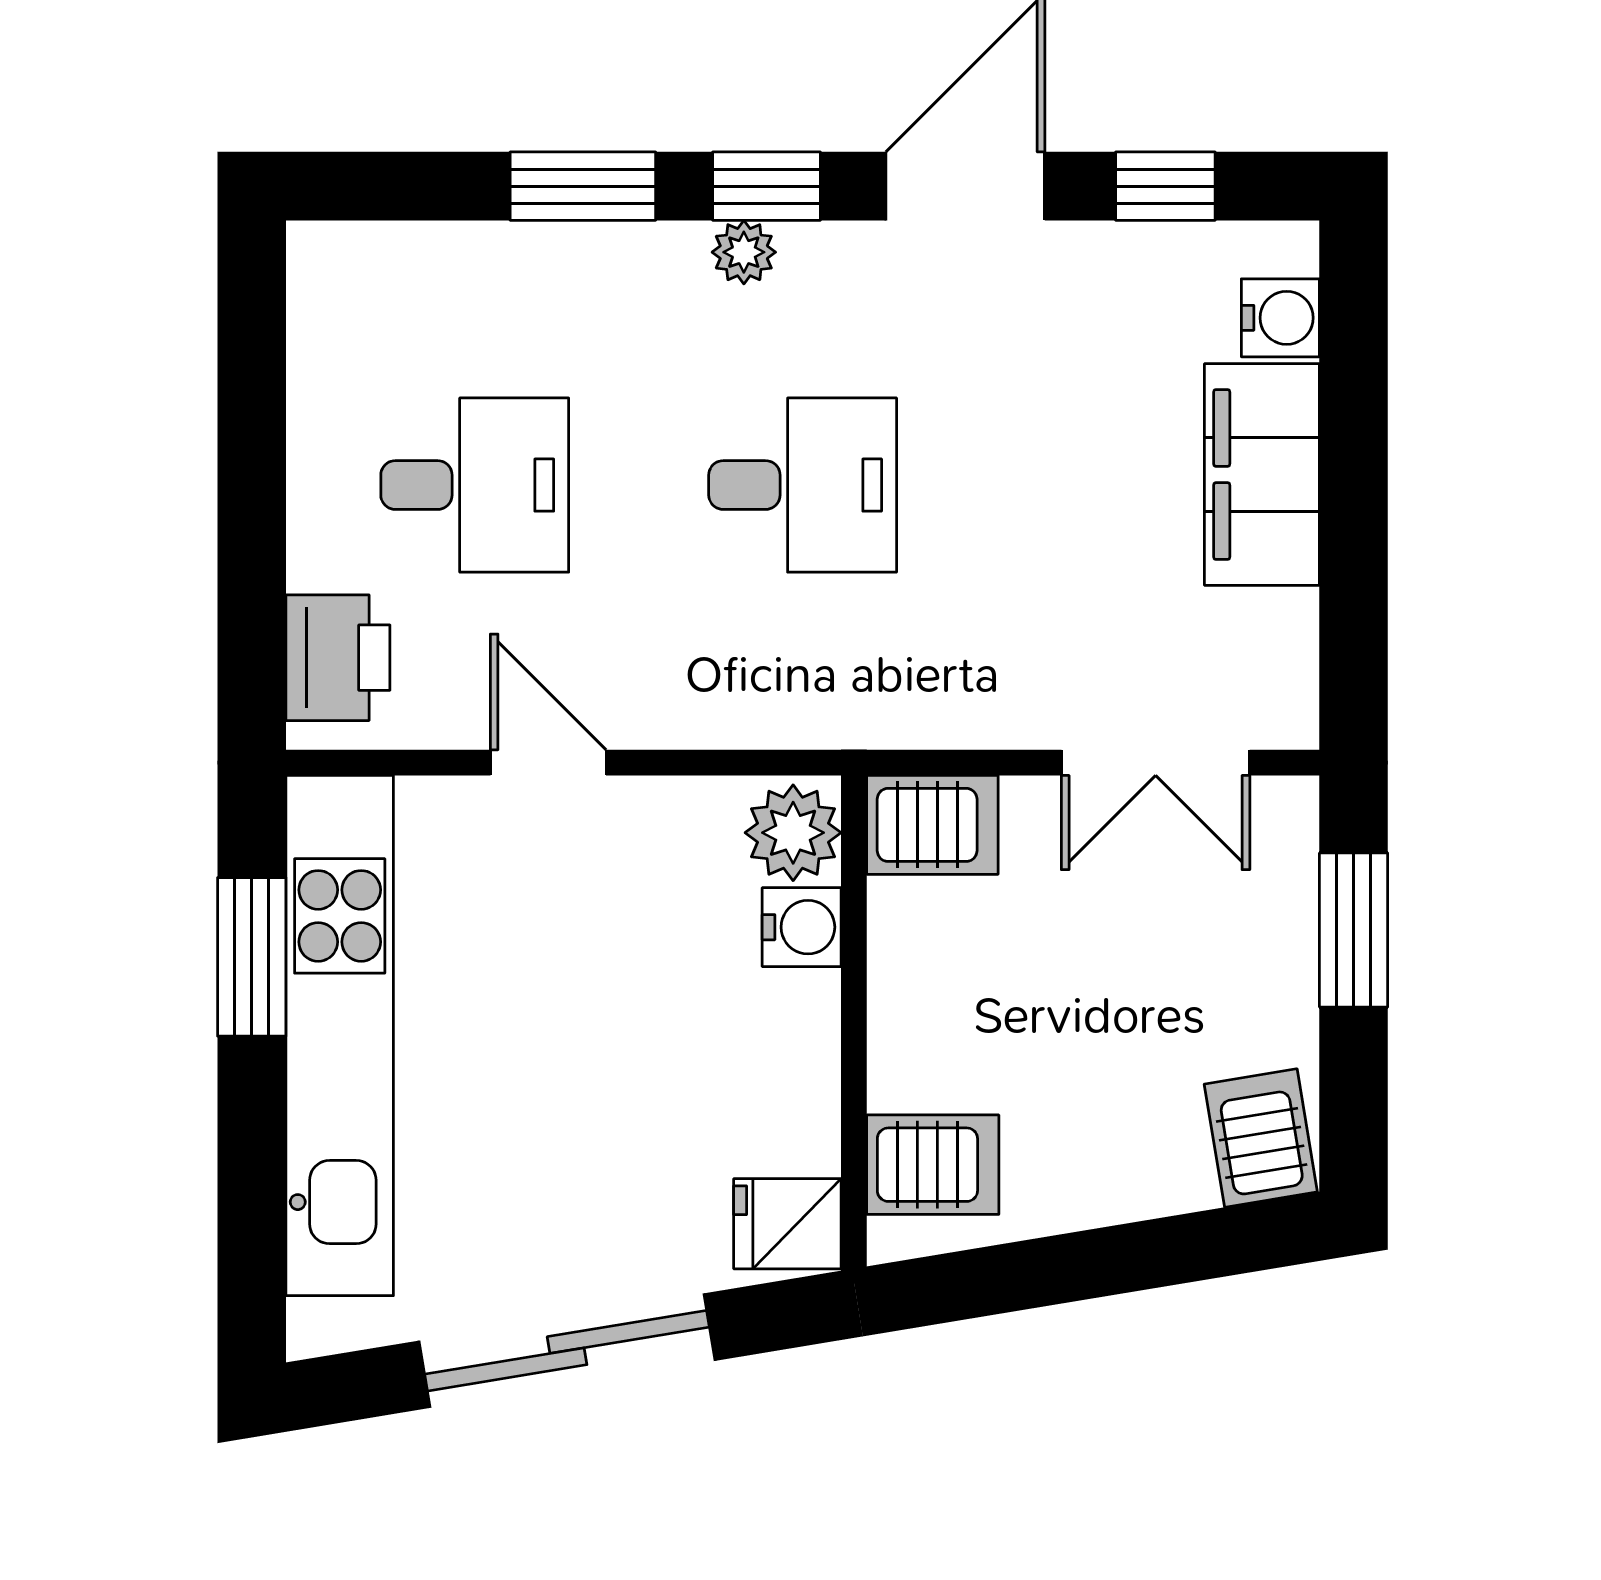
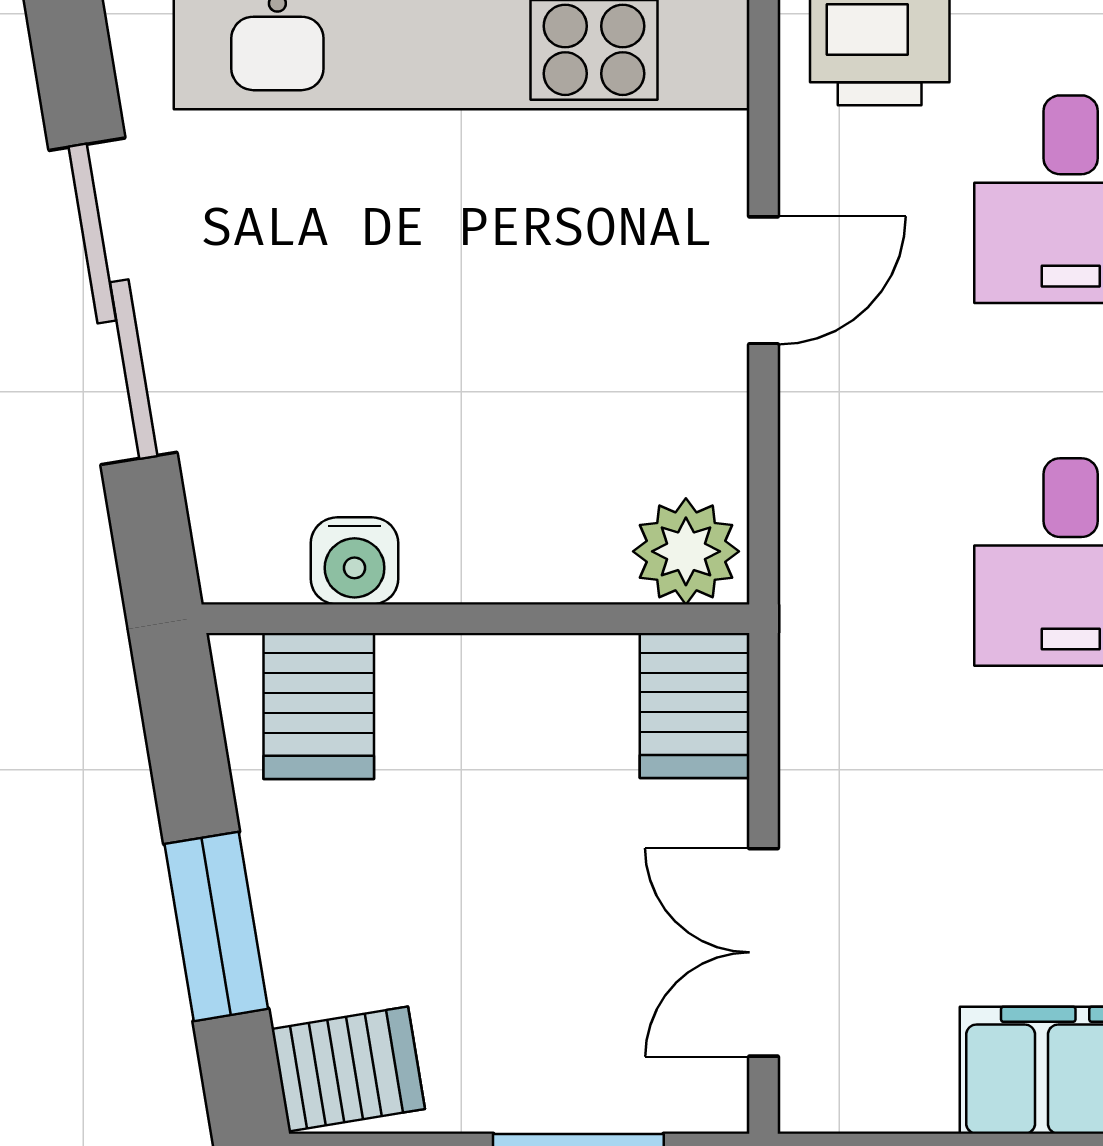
water cooler: (802, 927) -> (355, 561), moved
fridge: (787, 1224) -> (253, 545), removed
window: (1132, 1257) -> (216, 926), added

